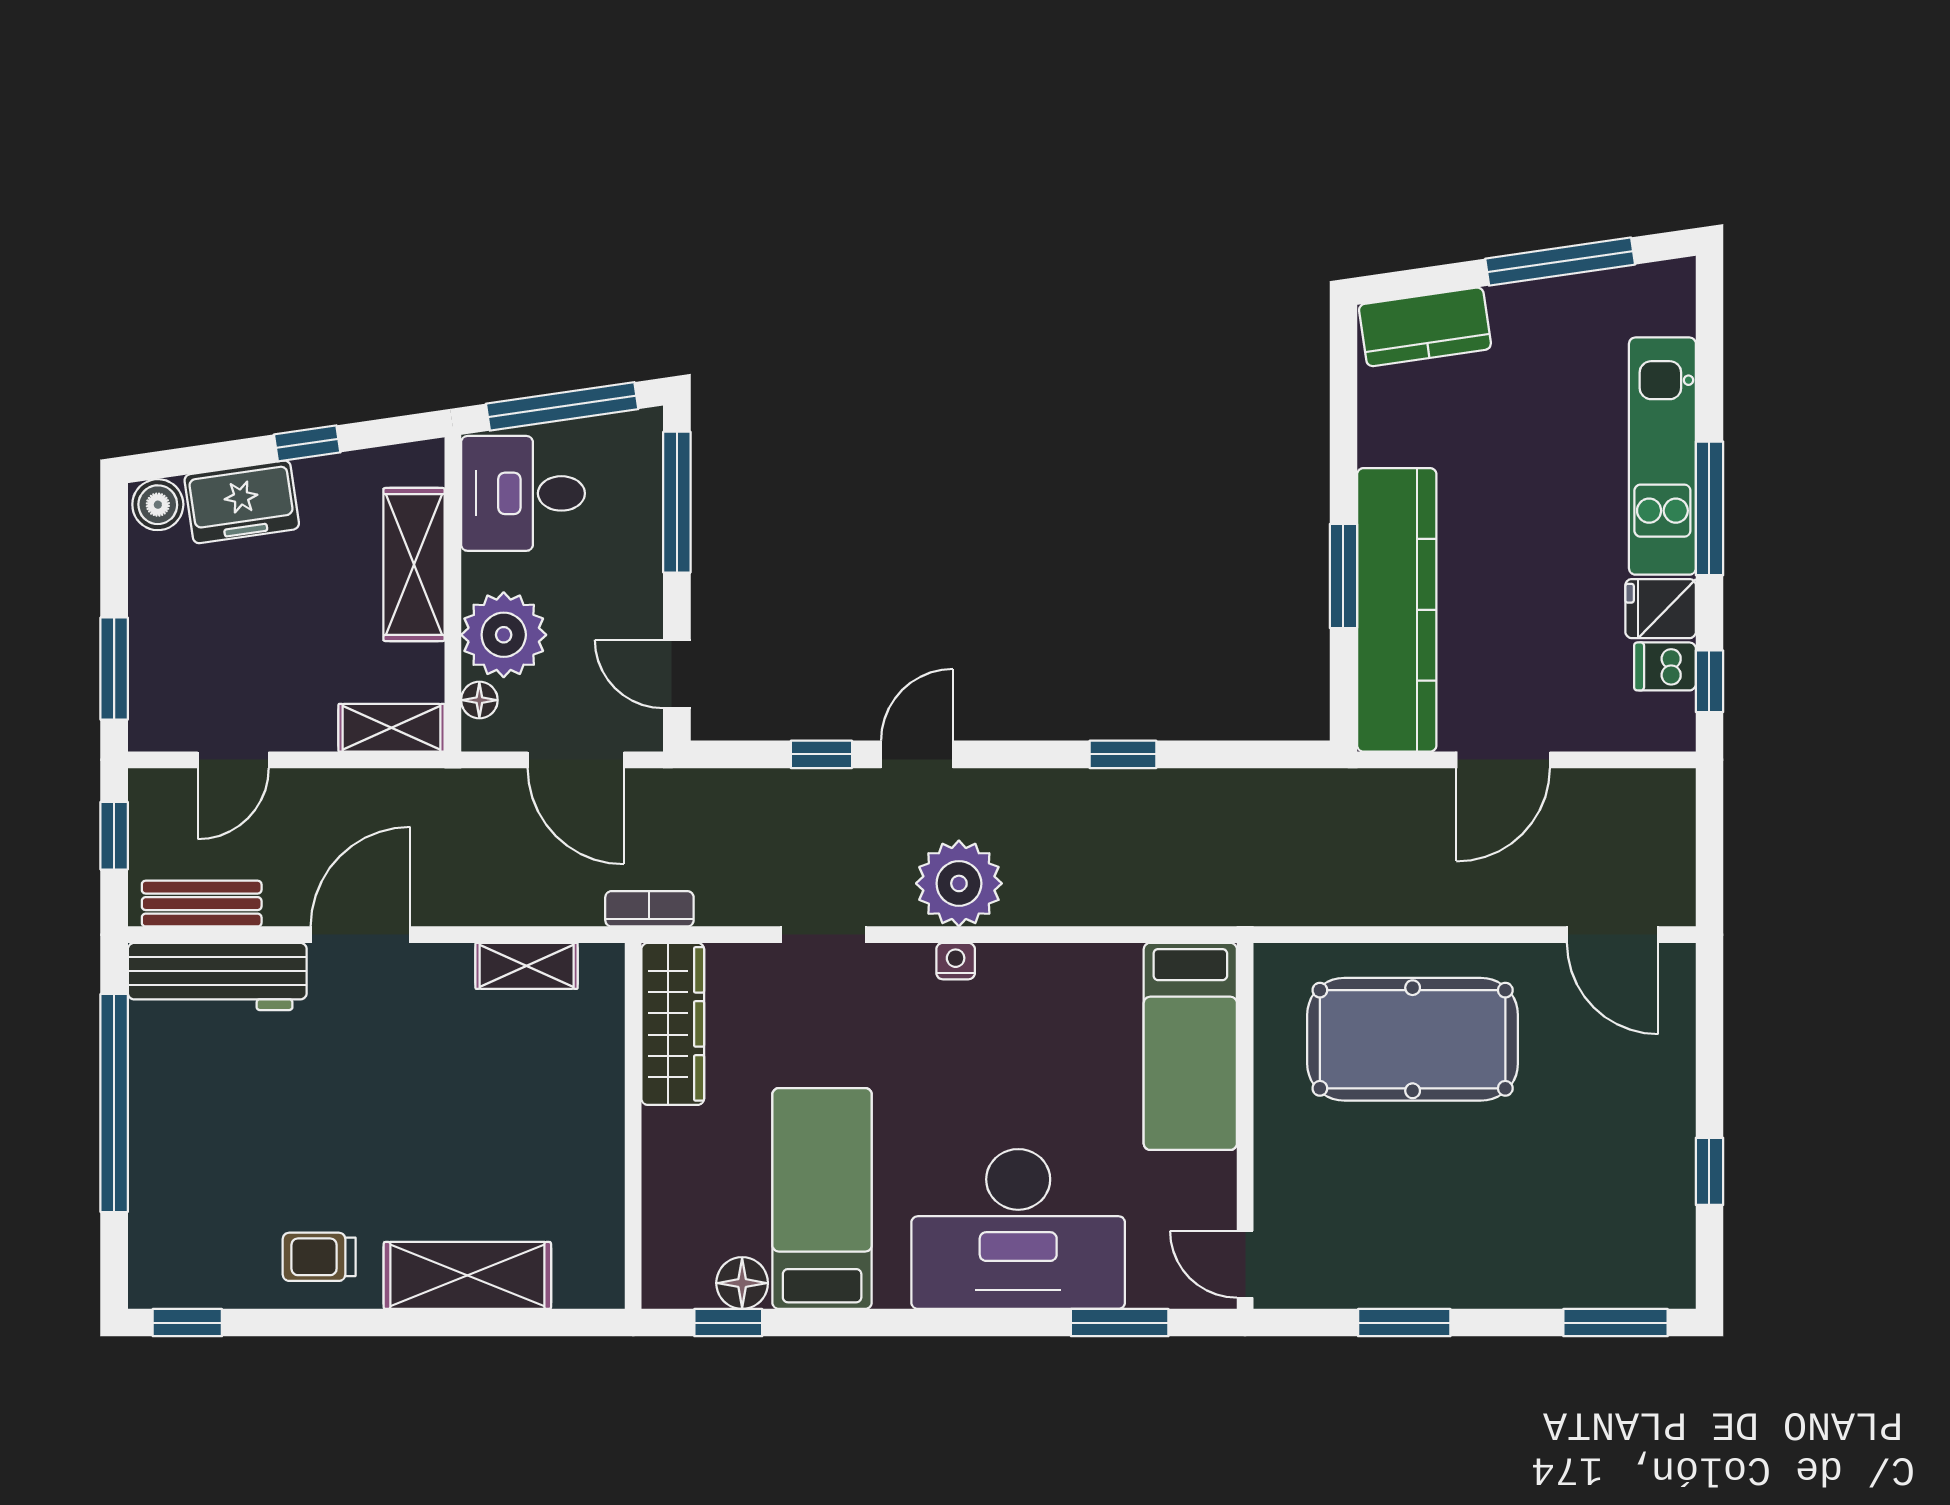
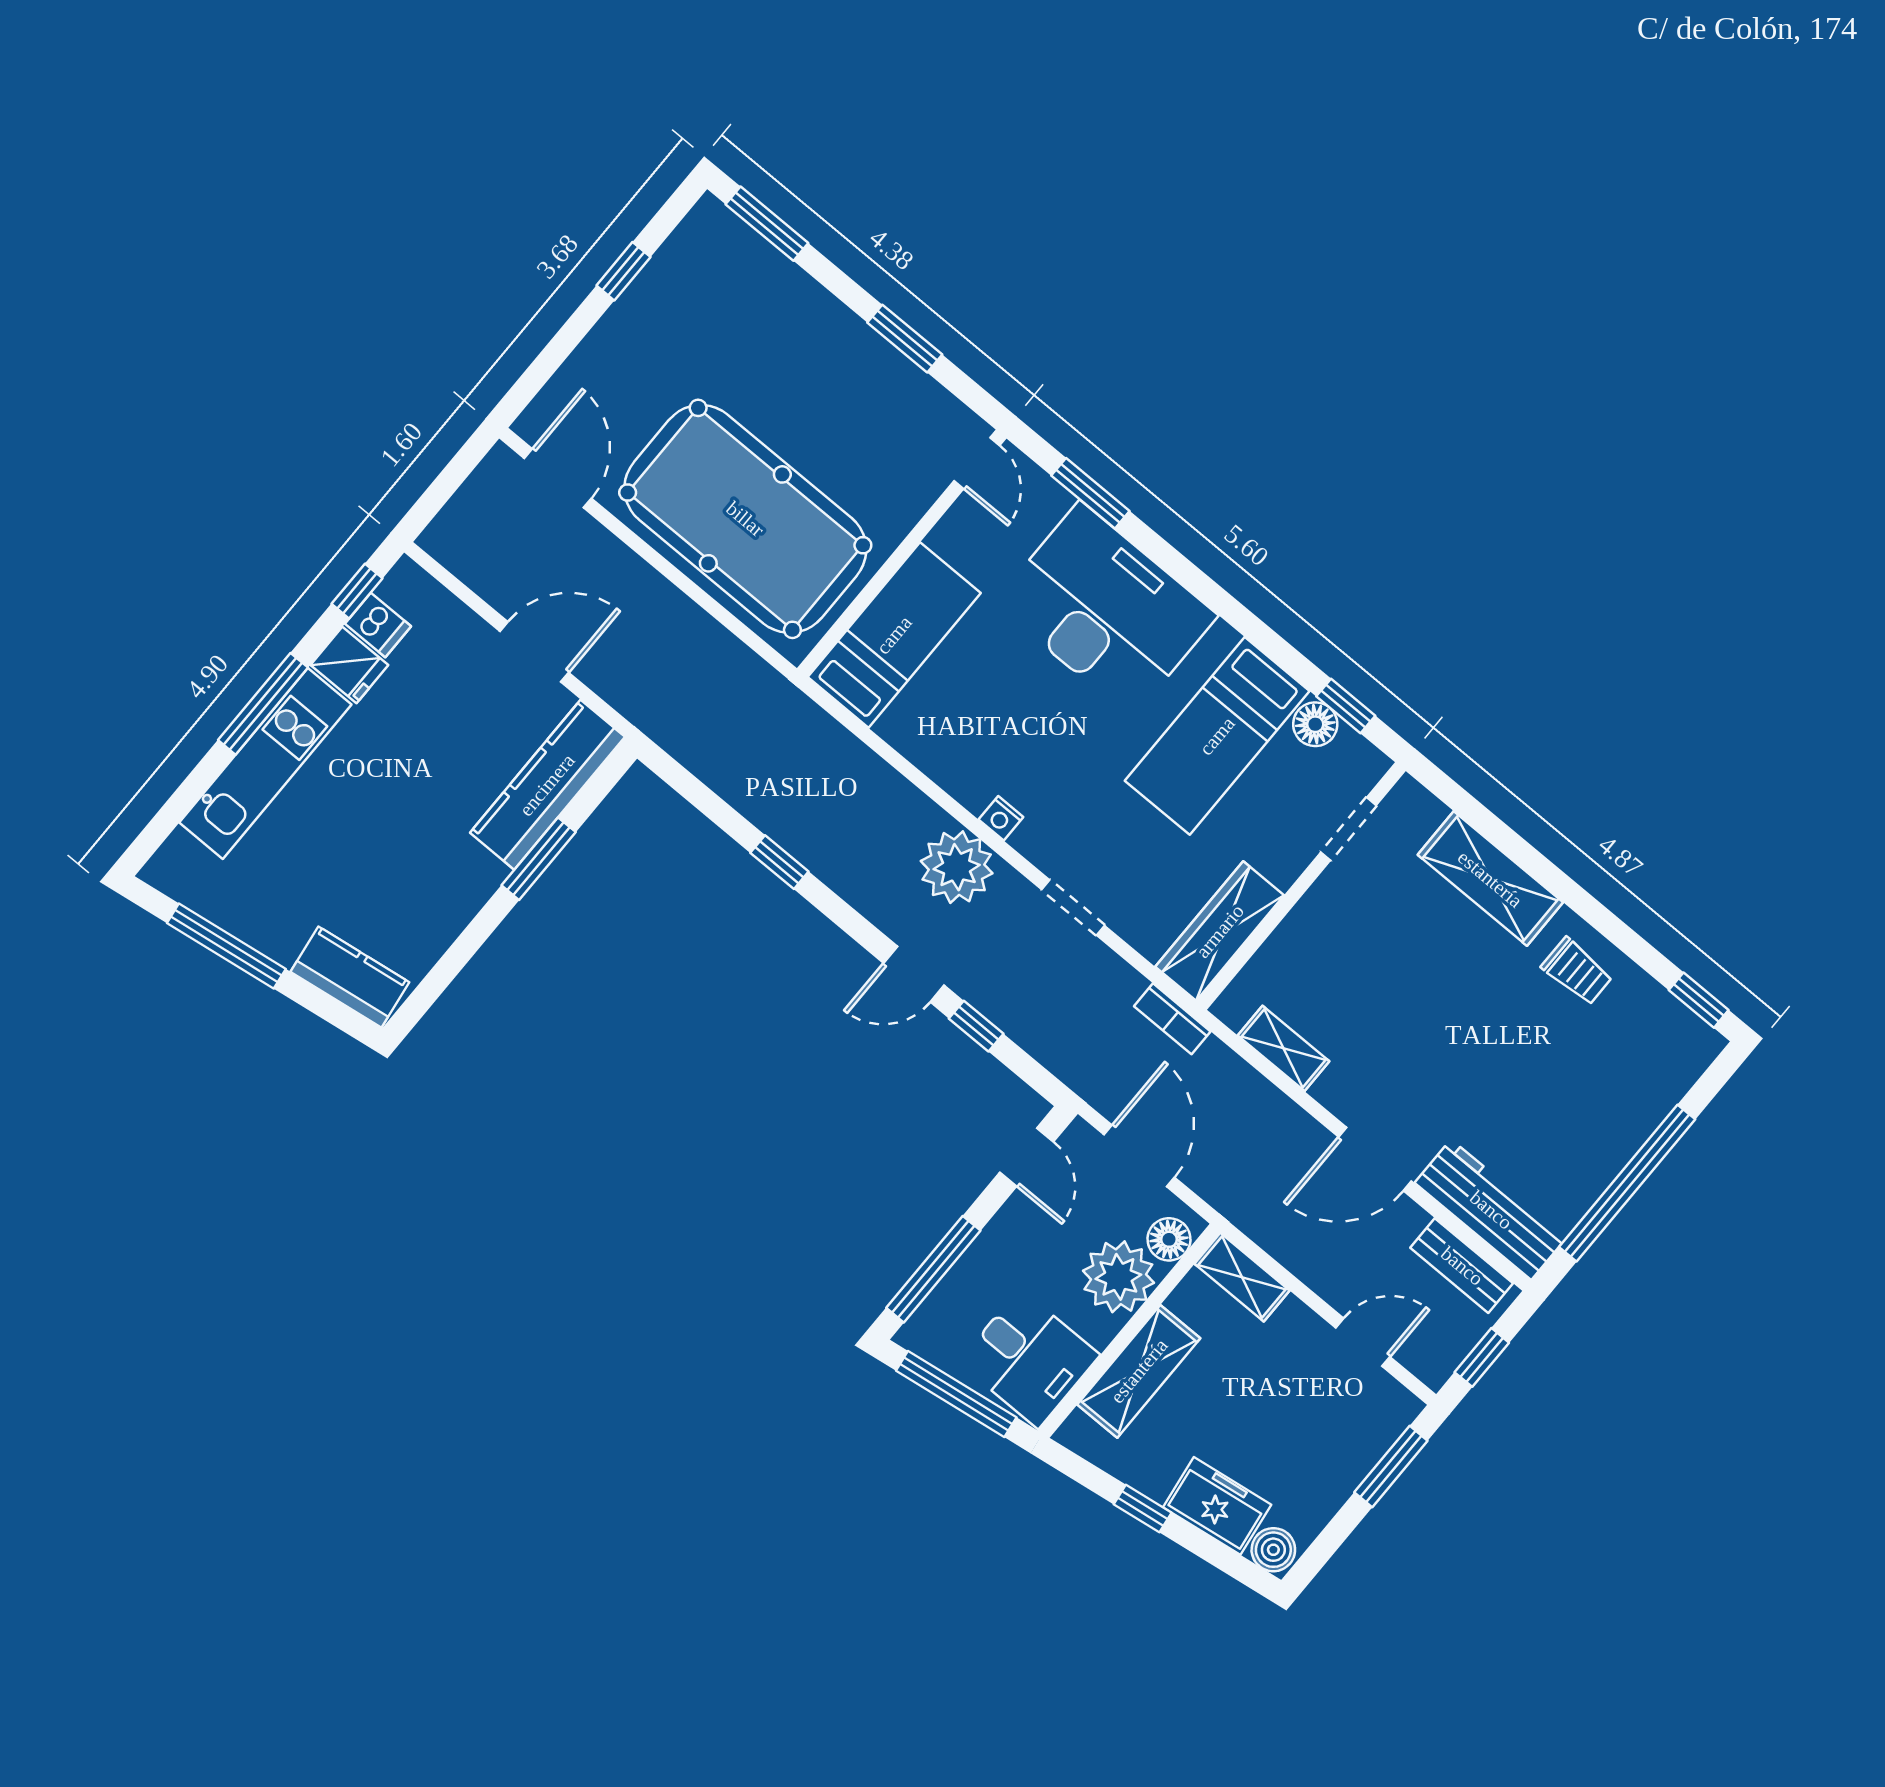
kitchen counter: (1397, 610) -> (547, 785), width x0.72, depth x0.86
floor lamp: (479, 700) -> (1169, 1239), width x1.37, depth x1.37
pool table: (1413, 1039) -> (745, 519), width x1.36, depth x1.32
doorway: (633, 1214) -> (1349, 829), added

